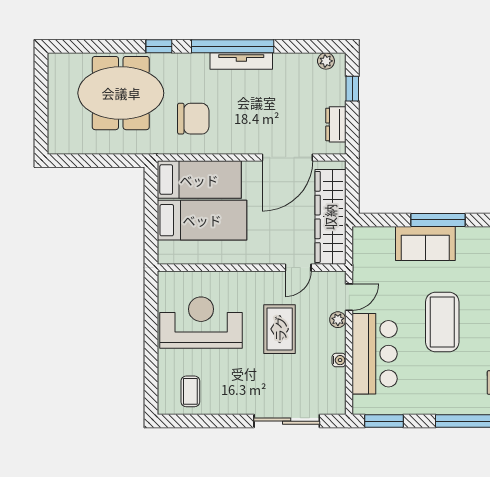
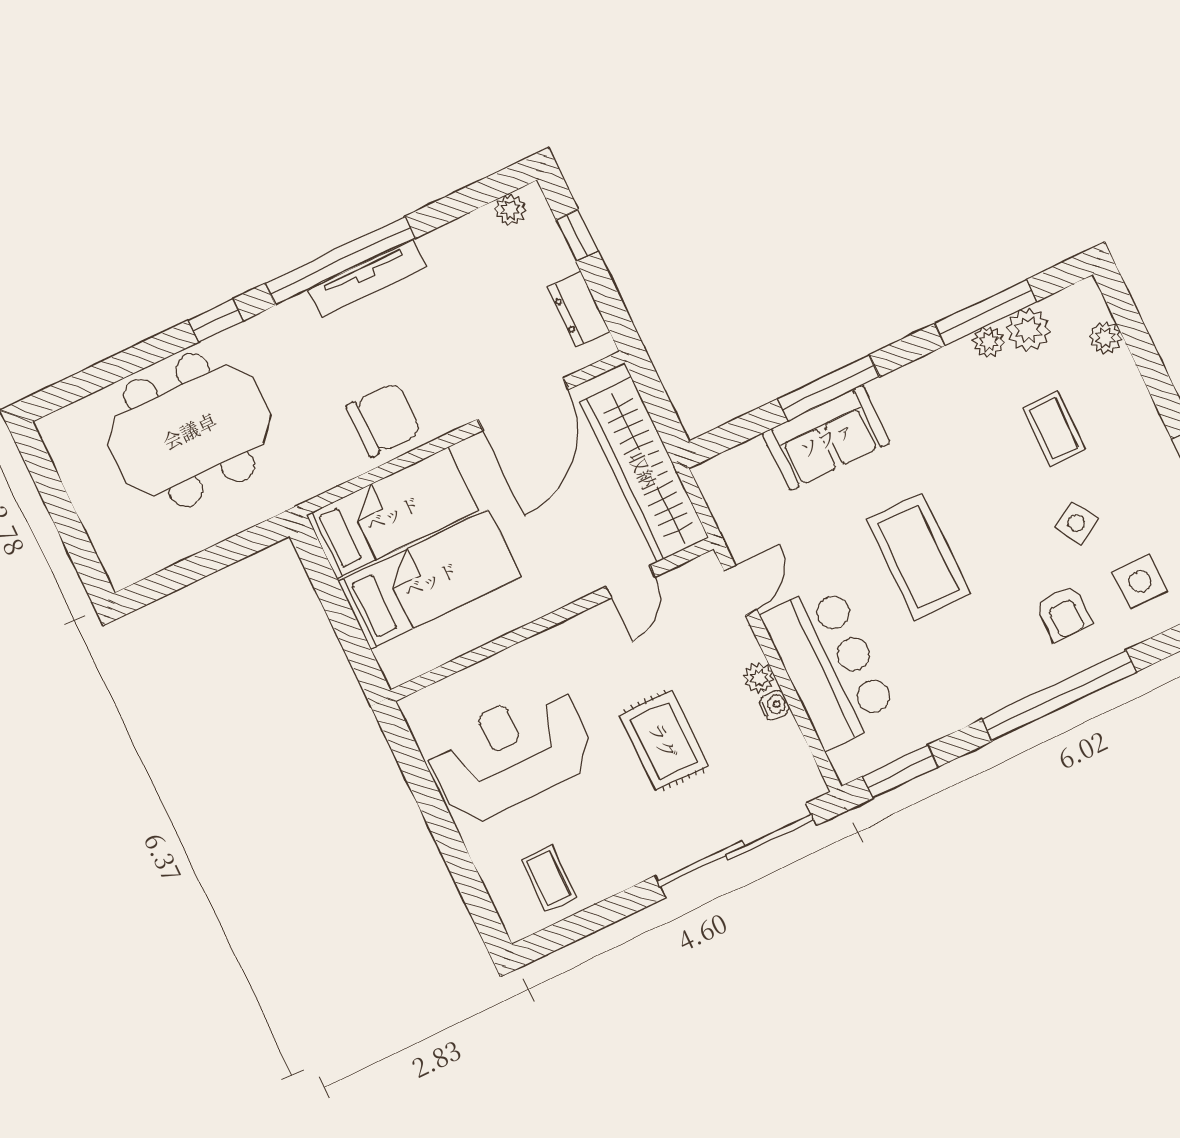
chair: (193, 119) -> (384, 419), moved
plant: (338, 320) -> (759, 678), moved
rug: (280, 329) -> (664, 740), moved
sliding door: (287, 421) -> (736, 851), width x1.36

